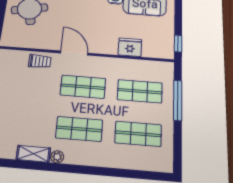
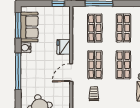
fridge: (130, 47) -> (64, 47), moved
trolley: (40, 61) -> (94, 94), moved

